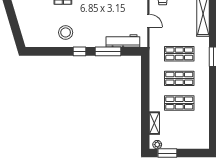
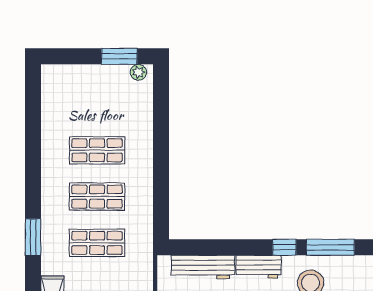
workbench: (93, 41) -> (259, 267), added
window: (108, 51) -> (330, 247), moved
shelving: (154, 123) -> (144, 112), removed

